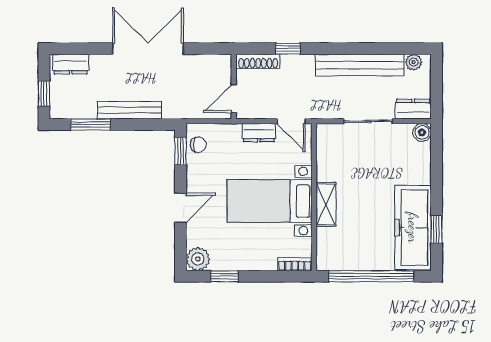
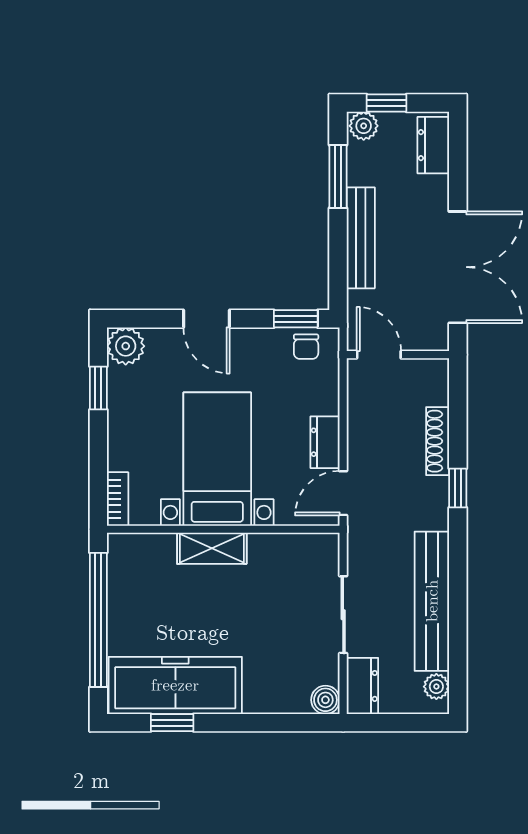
wall: (234, 87) -> (398, 355), moved
door: (234, 99) -> (379, 355), moved
plant: (58, 108) -> (364, 126), added

